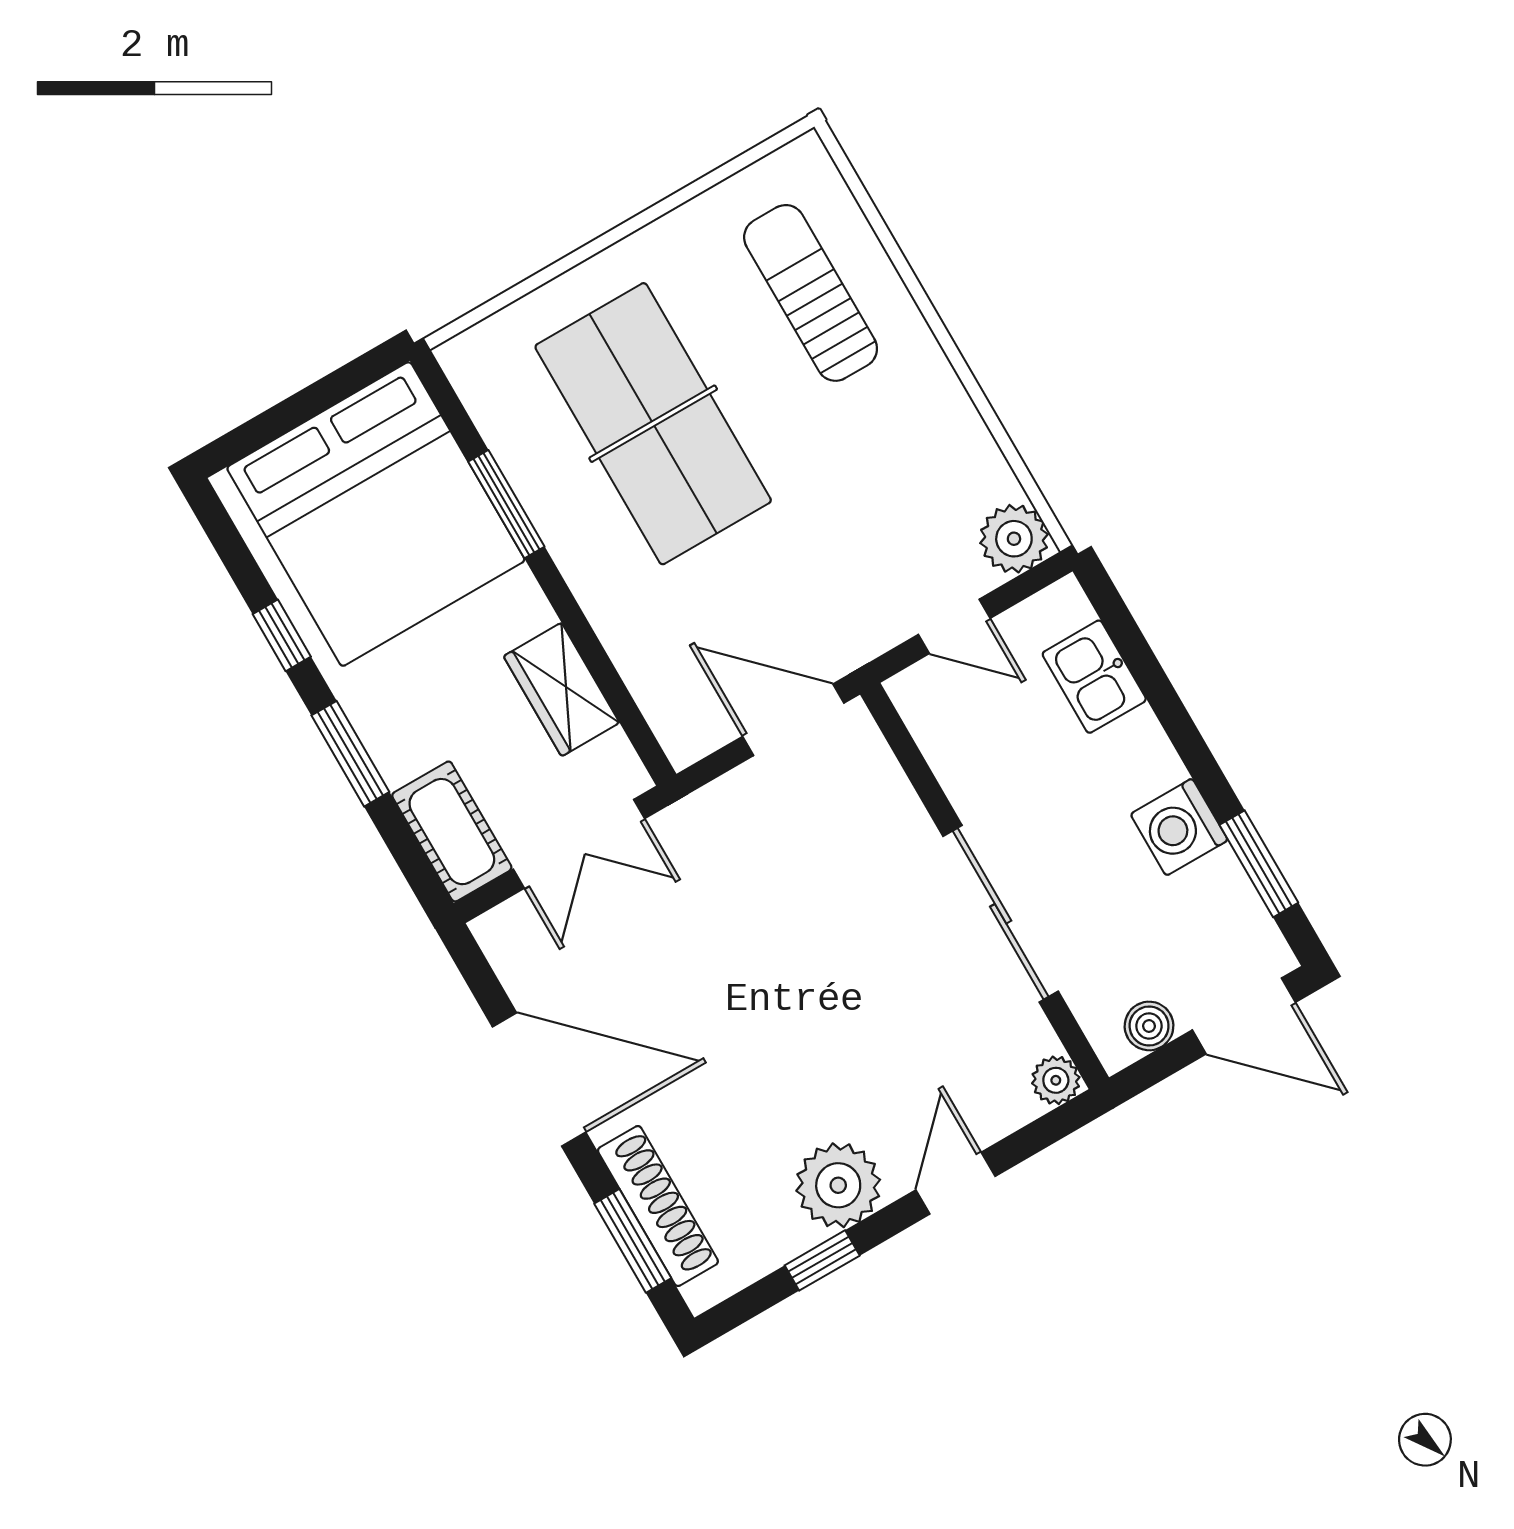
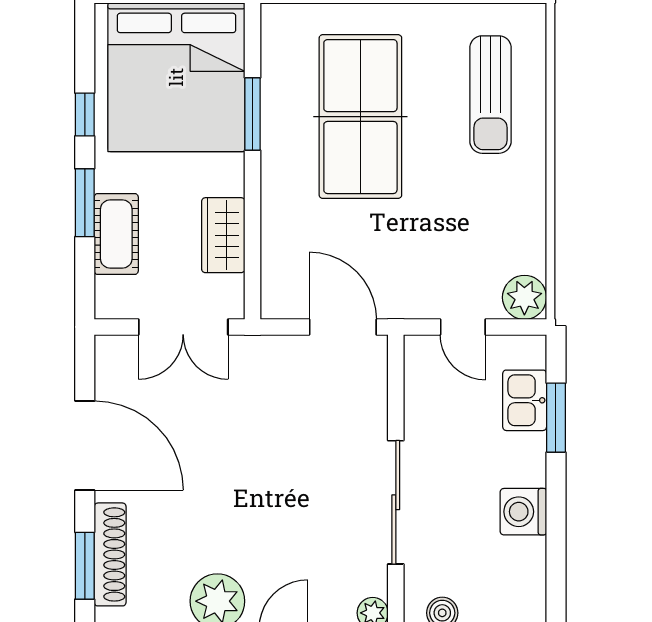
sun lounger: (811, 293) -> (490, 95), turned 180
cot: (452, 832) -> (116, 234), moved
window: (1259, 864) -> (556, 418), moved

